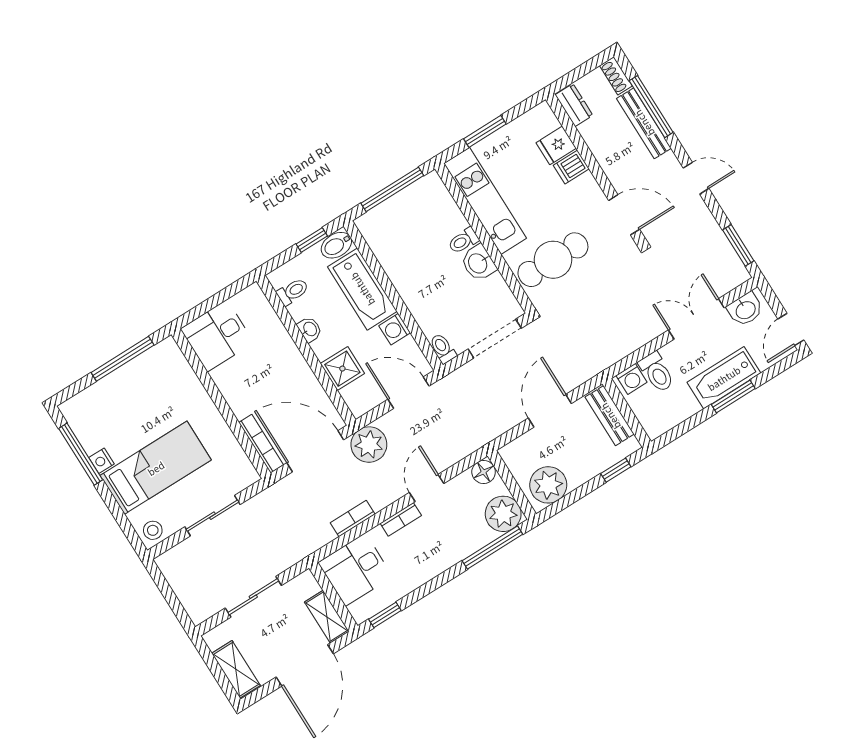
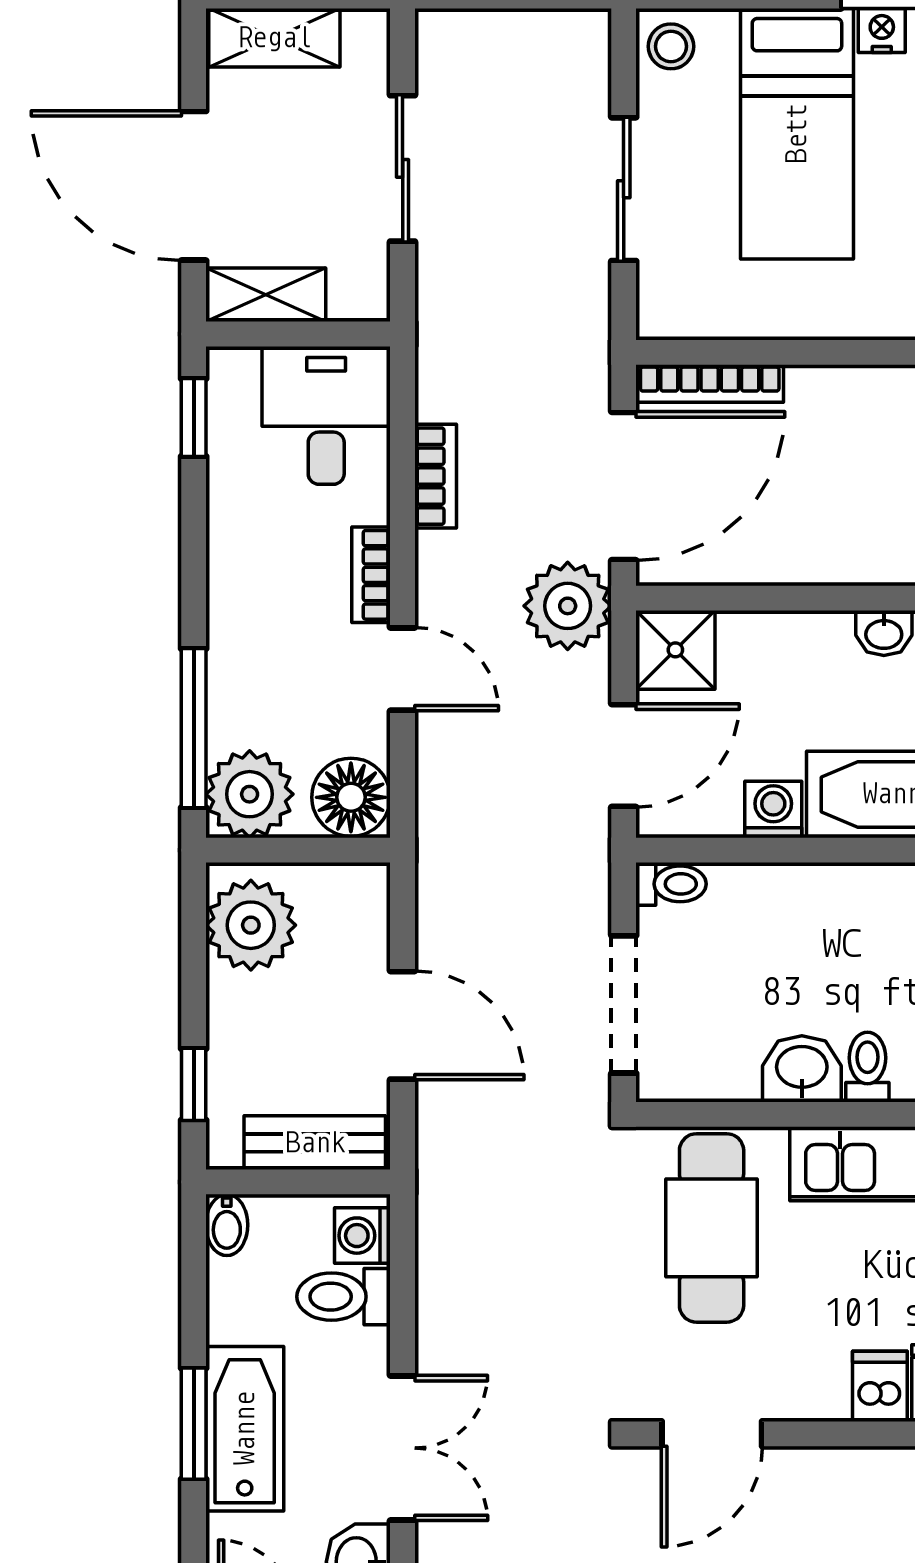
shower: (342, 369) -> (675, 650), moved
bidet: (657, 428) -> (227, 1225), added
floor lamp: (484, 472) -> (351, 797), width x1.38, depth x1.38

